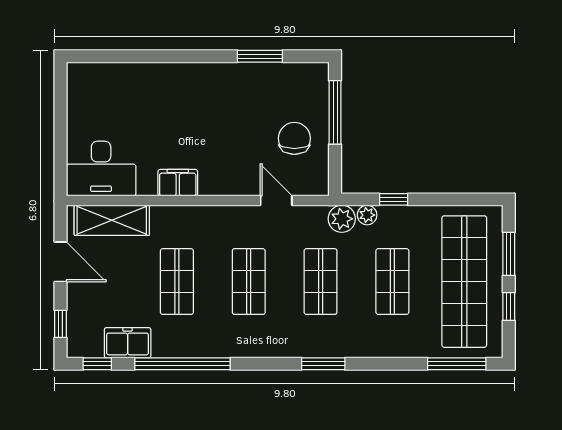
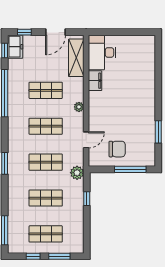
filing cabinet: (178, 183) -> (95, 81), moved
plant: (367, 215) -> (79, 107), moved
shop shelf: (464, 282) -> (46, 234), width x0.50, depth x0.74
freezer: (128, 343) -> (15, 47), moved

